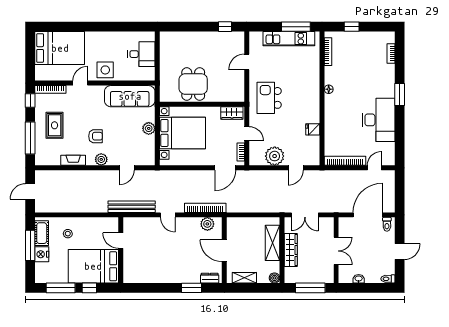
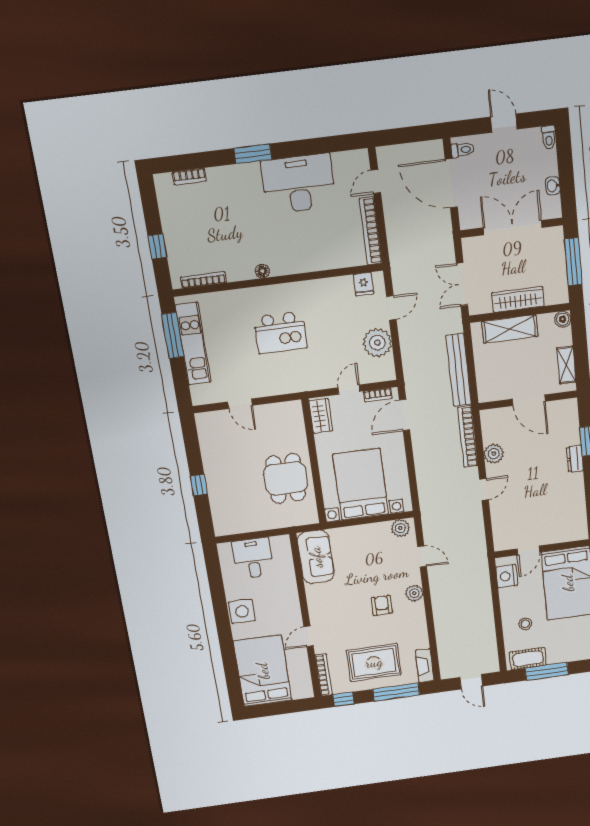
window: (225, 27) -> (199, 485), moved
side table: (105, 70) -> (242, 611), moved
door: (80, 83) -> (309, 636), hinge flipped
dining table: (193, 84) -> (286, 478), turned 90
sofa: (130, 96) -> (316, 557), width x0.73
kitchen island: (269, 98) -> (280, 332), moved
rug: (55, 125) -> (374, 662), width x1.36, depth x1.43
plant: (149, 128) -> (400, 528), moved
fridge: (313, 129) -> (363, 284), moved
fireplace: (73, 160) -> (425, 666), moved
door: (225, 168) -> (405, 415), swing flipped
door: (296, 168) -> (391, 308), hinge flipped
door: (374, 168) -> (376, 182), hinge flipped
bench: (132, 207) -> (459, 370), moved
double door: (305, 215) -> (462, 284), swing flipped
plant: (207, 224) -> (494, 454), moved
door: (224, 251) -> (529, 400), hinge flipped
double door: (336, 251) -> (513, 228), width x1.37
nightstand: (42, 254) -> (507, 576), moved, turned 90
dresser: (210, 278) -> (575, 459), moved

